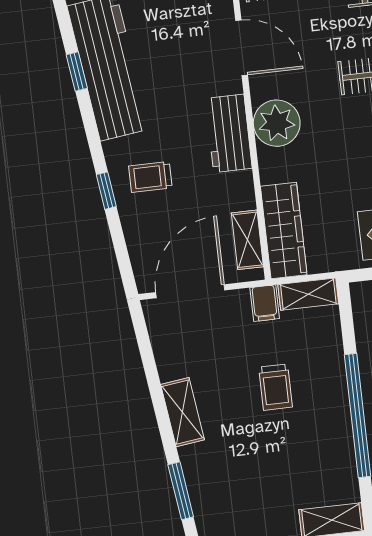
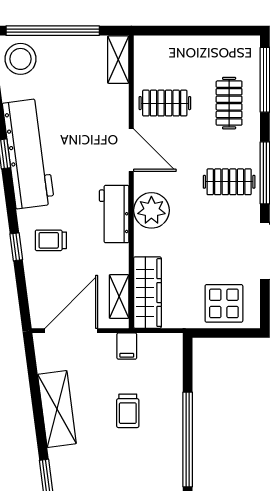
shelving: (308, 294) -> (161, 343), removed
shelving: (182, 412) -> (57, 409), width x1.50, depth x1.33

